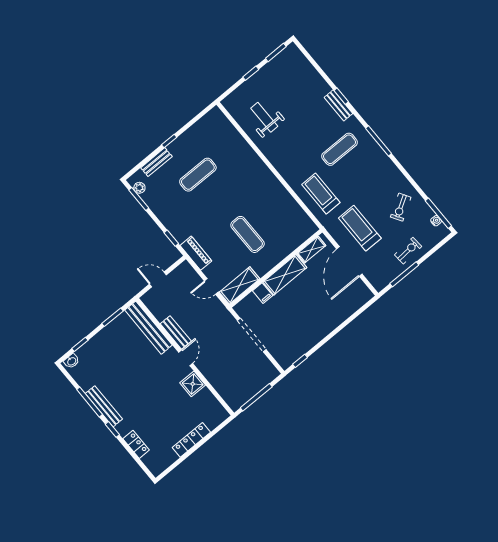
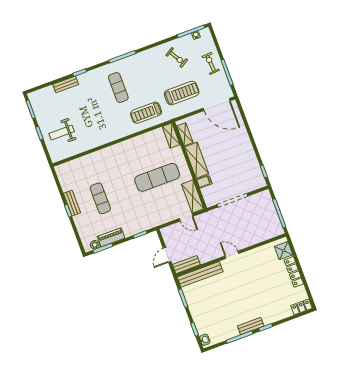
bench: (338, 105) -> (66, 84), moved
weight bench: (264, 117) -> (62, 133), moved
bench: (156, 162) -> (72, 203), moved
treadmill: (360, 228) -> (182, 93), turned 180
exercise mat: (248, 234) -> (157, 177), width x1.36, depth x1.45
shelving: (304, 234) -> (171, 136), added
piano: (196, 253) -> (111, 237), moved
door: (349, 262) -> (217, 105), moved
door: (211, 286) -> (186, 217), hinge flipped
bench: (176, 332) -> (186, 265), moved
shower: (193, 384) -> (284, 251), moved
bench: (104, 406) -> (251, 326), width x0.73
locker: (136, 444) -> (301, 307), moved

